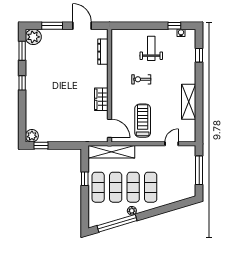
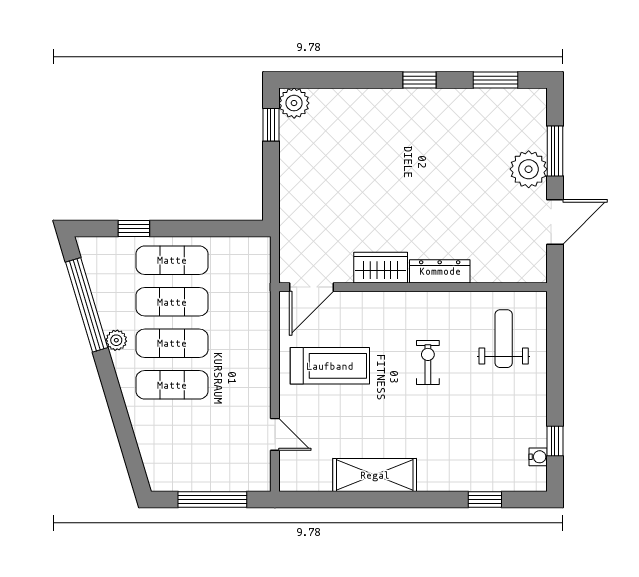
plant: (33, 37) -> (529, 169), moved
weight bench: (151, 48) -> (504, 339), moved, turned -90
dresser: (103, 52) -> (440, 271), moved
shelving: (111, 152) -> (256, 291), removed
window: (85, 179) -> (134, 229), moved

